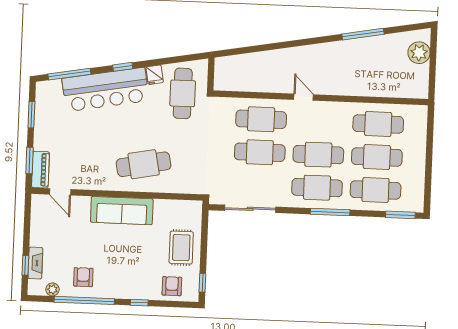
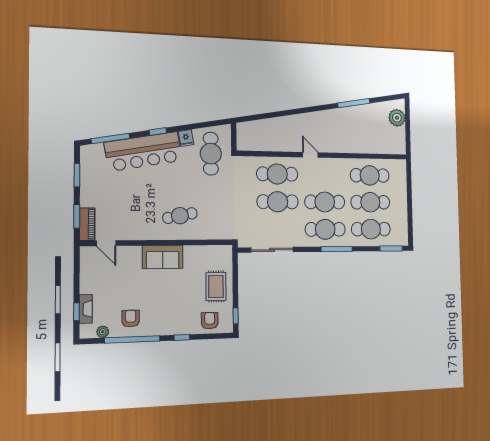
cafe table: (144, 164) -> (180, 216), width x0.73, depth x0.74
sofa: (122, 211) -> (163, 257), width x0.73

